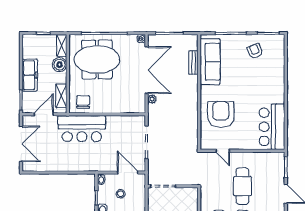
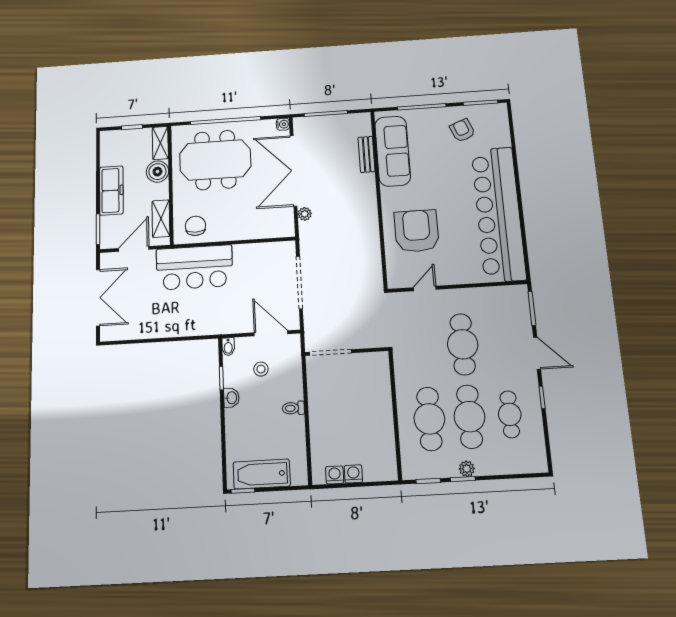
double door: (147, 70) -> (294, 171), swing flipped
bar counter: (272, 127) -> (498, 214), width x1.86
door: (223, 151) -> (425, 289), swing flipped

